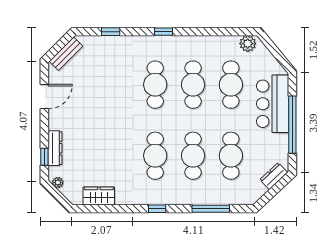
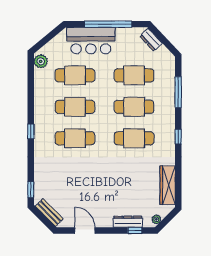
window: (111, 32) -> (31, 190), moved
wardrobe: (99, 196) -> (168, 185), width x1.50

